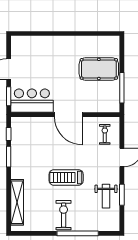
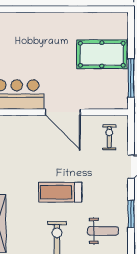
weight bench: (106, 196) -> (103, 231), moved, turned -90

